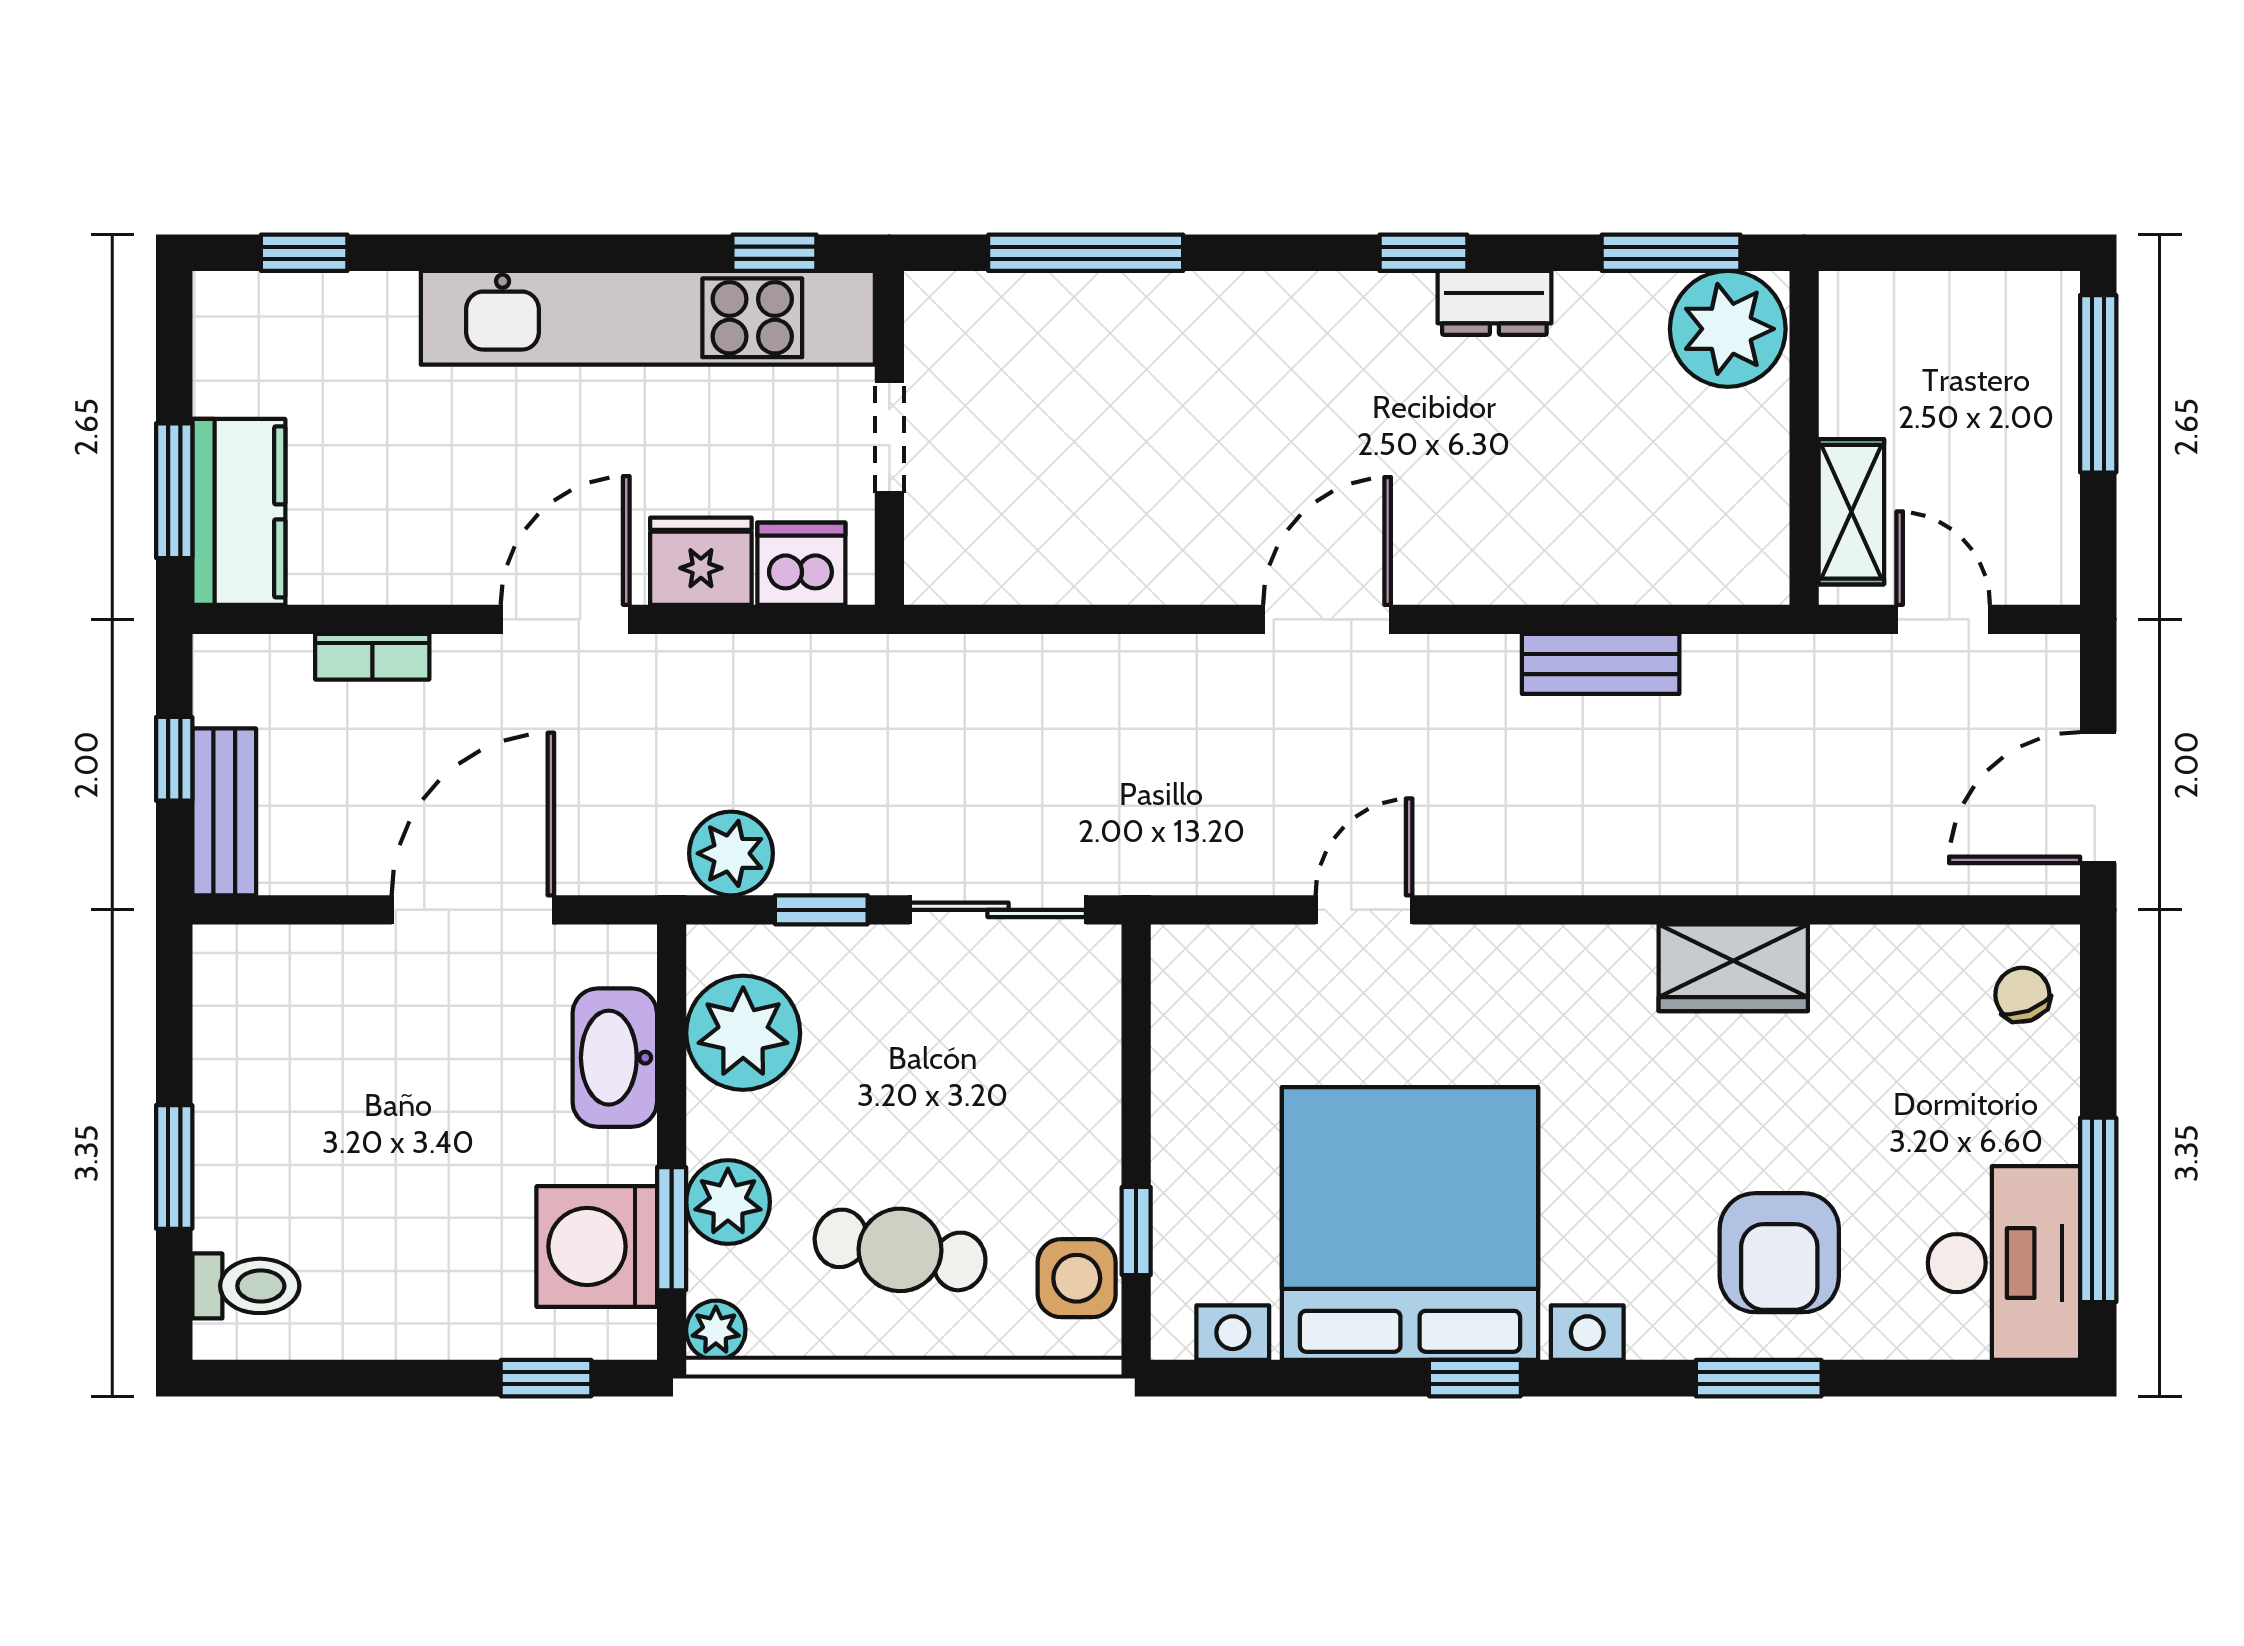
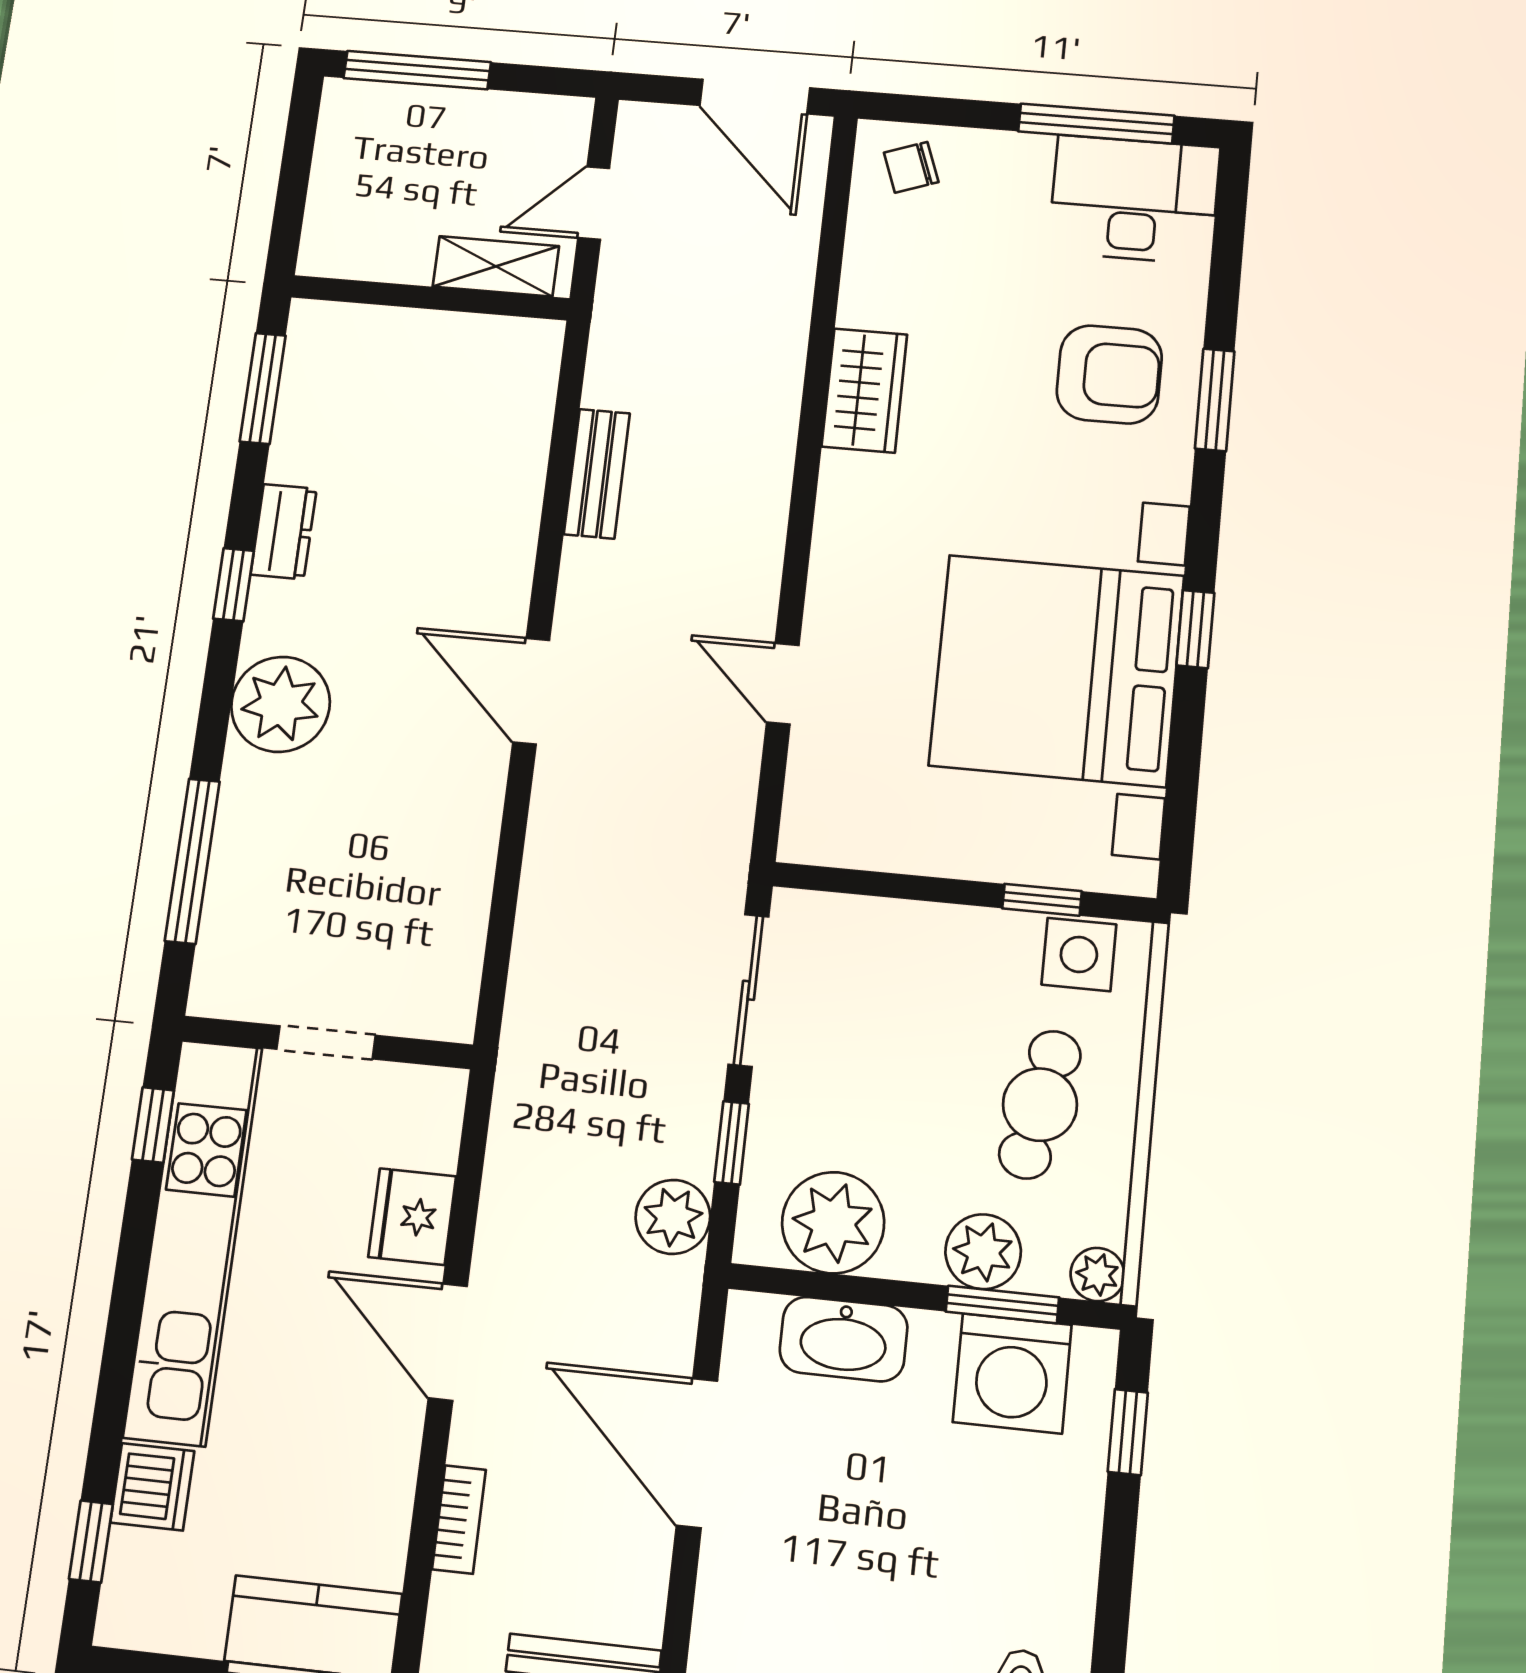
plant: (1728, 329) -> (281, 704), moved
dishwasher: (801, 564) -> (152, 1487), moved, turned 180

